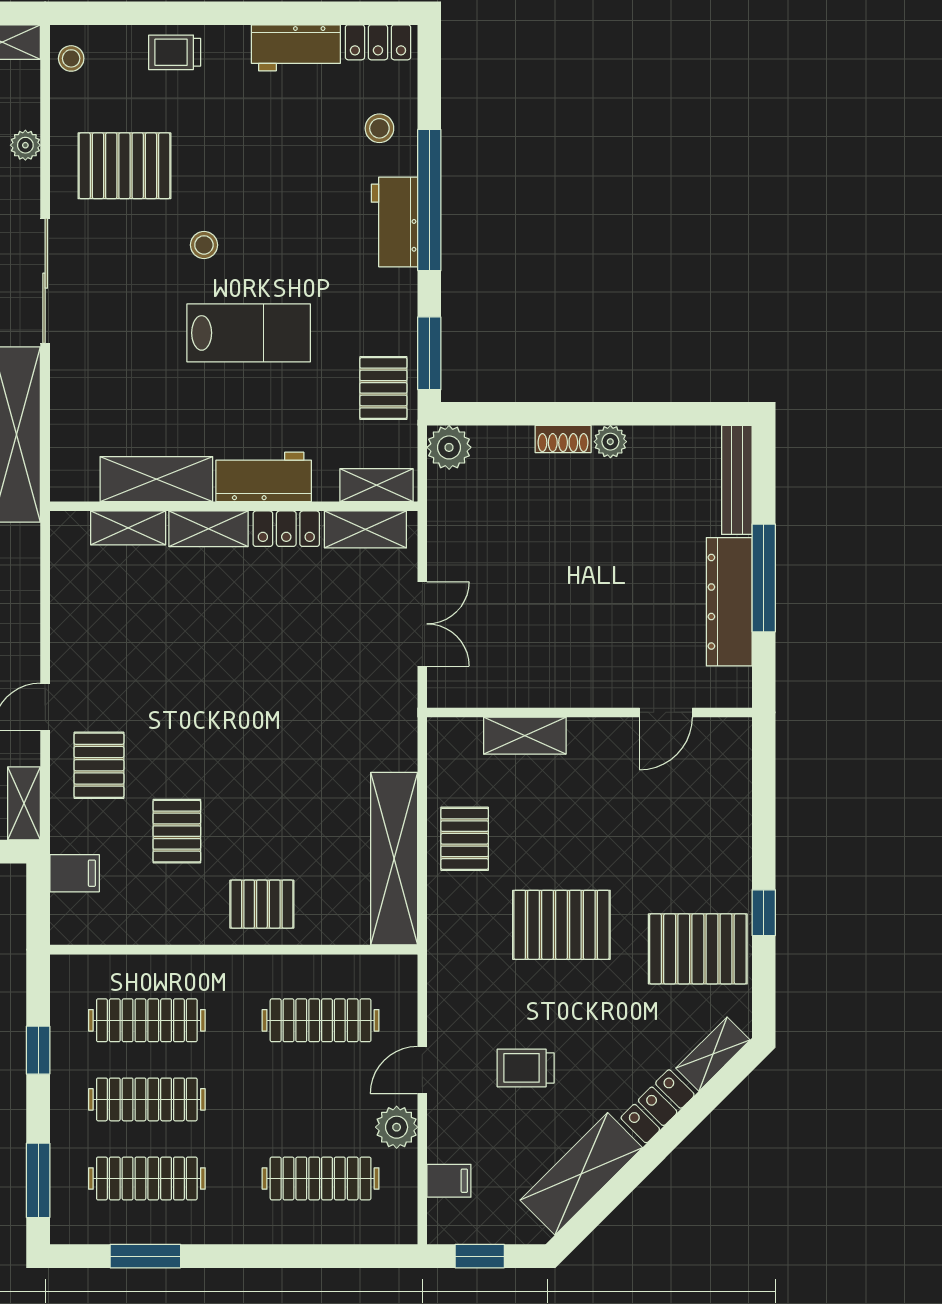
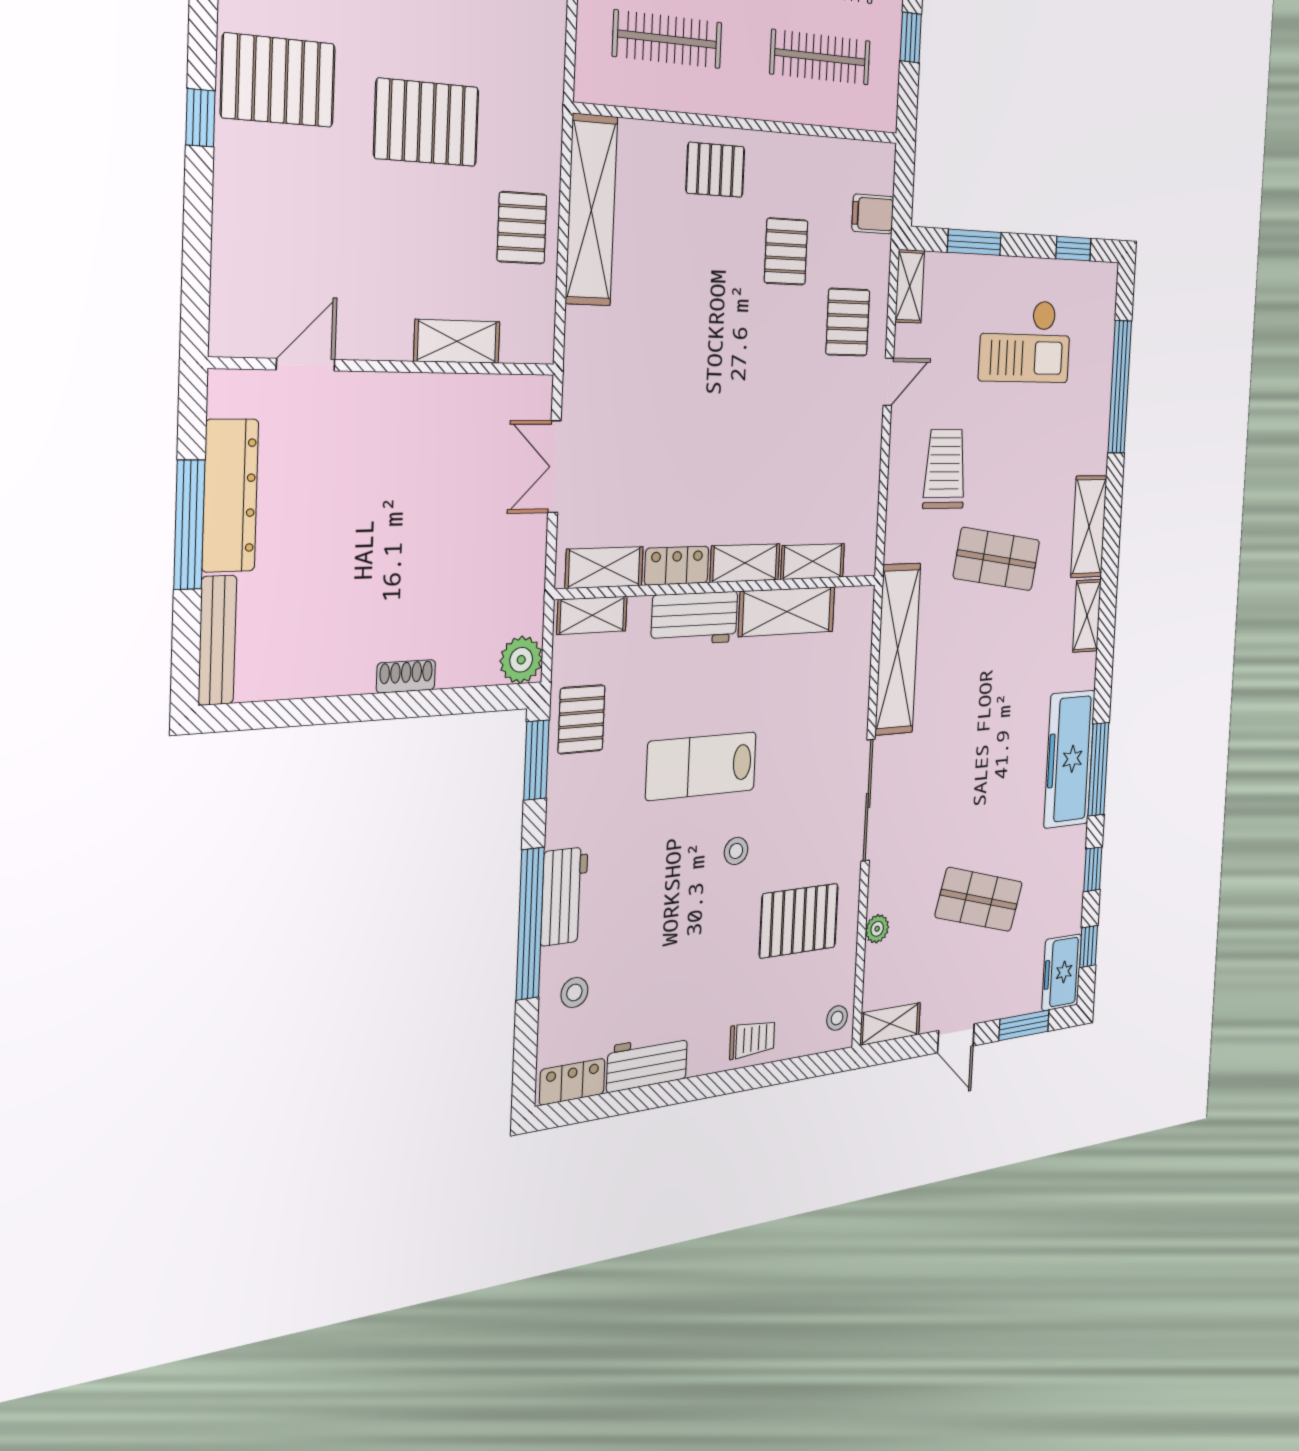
plant: (610, 442) -> (356, 677), removed

